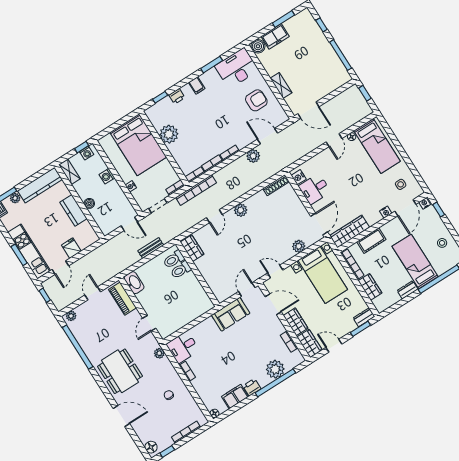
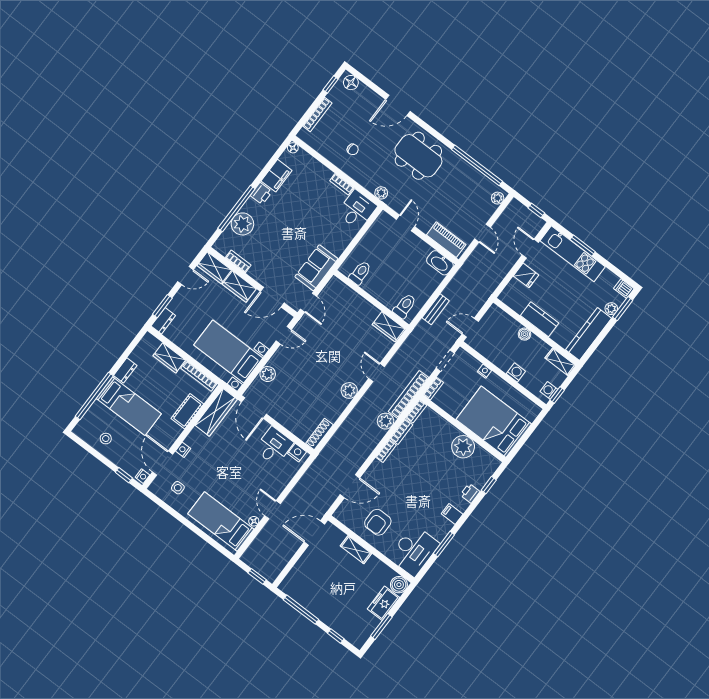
plant: (253, 156) -> (386, 421), moved
toilet: (181, 270) -> (360, 273), moved

